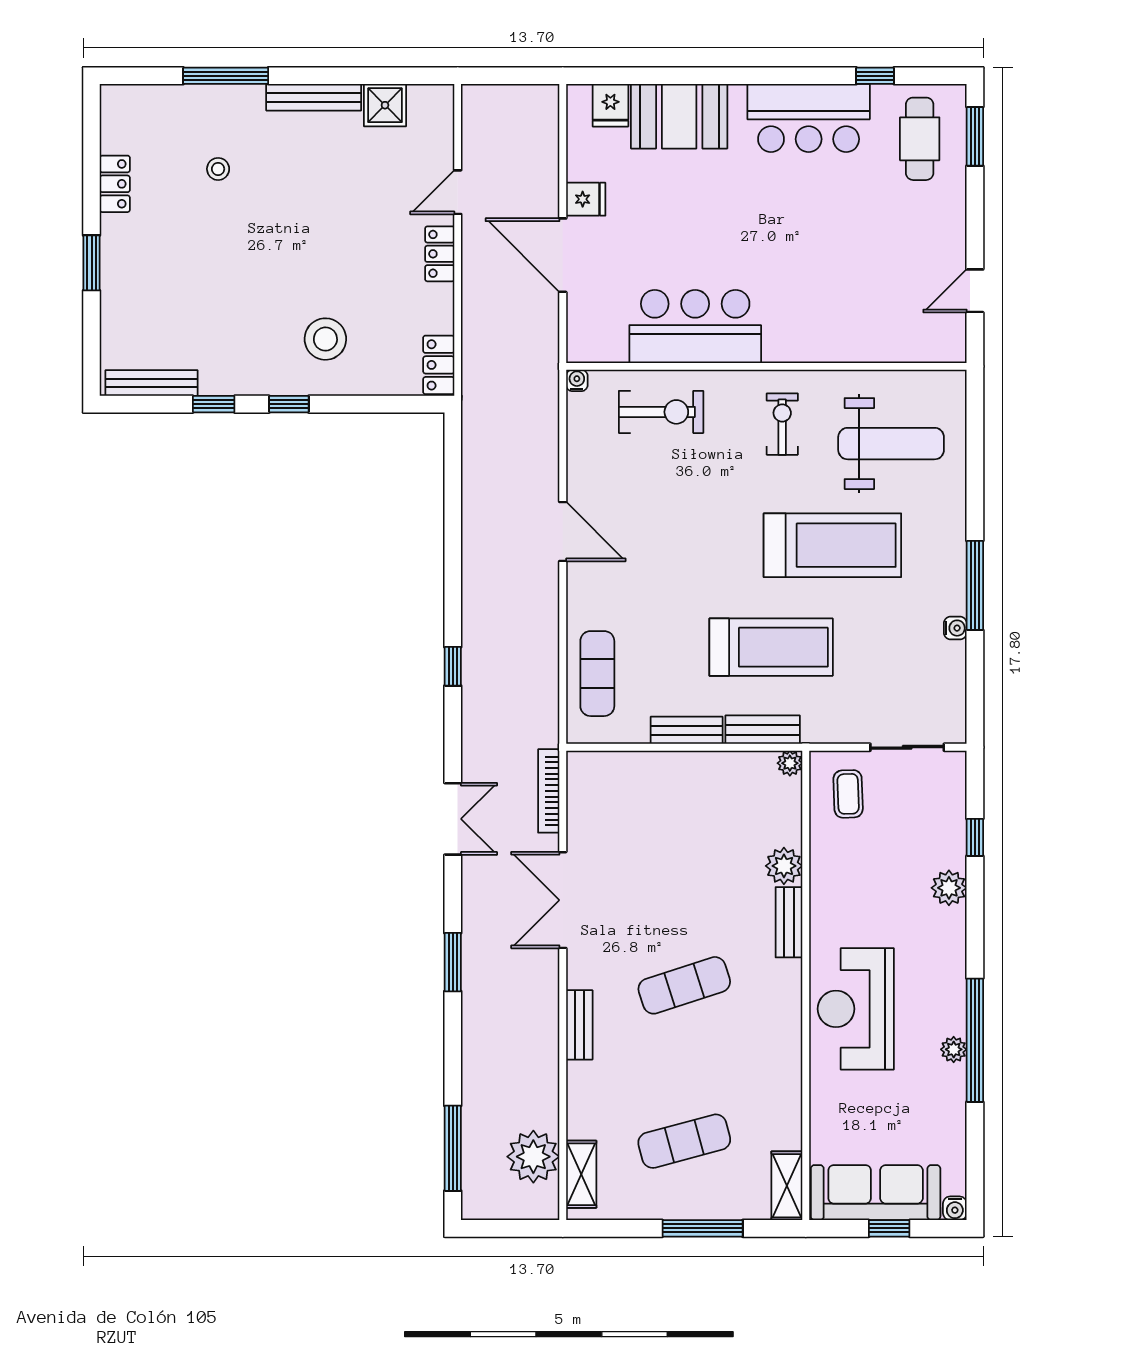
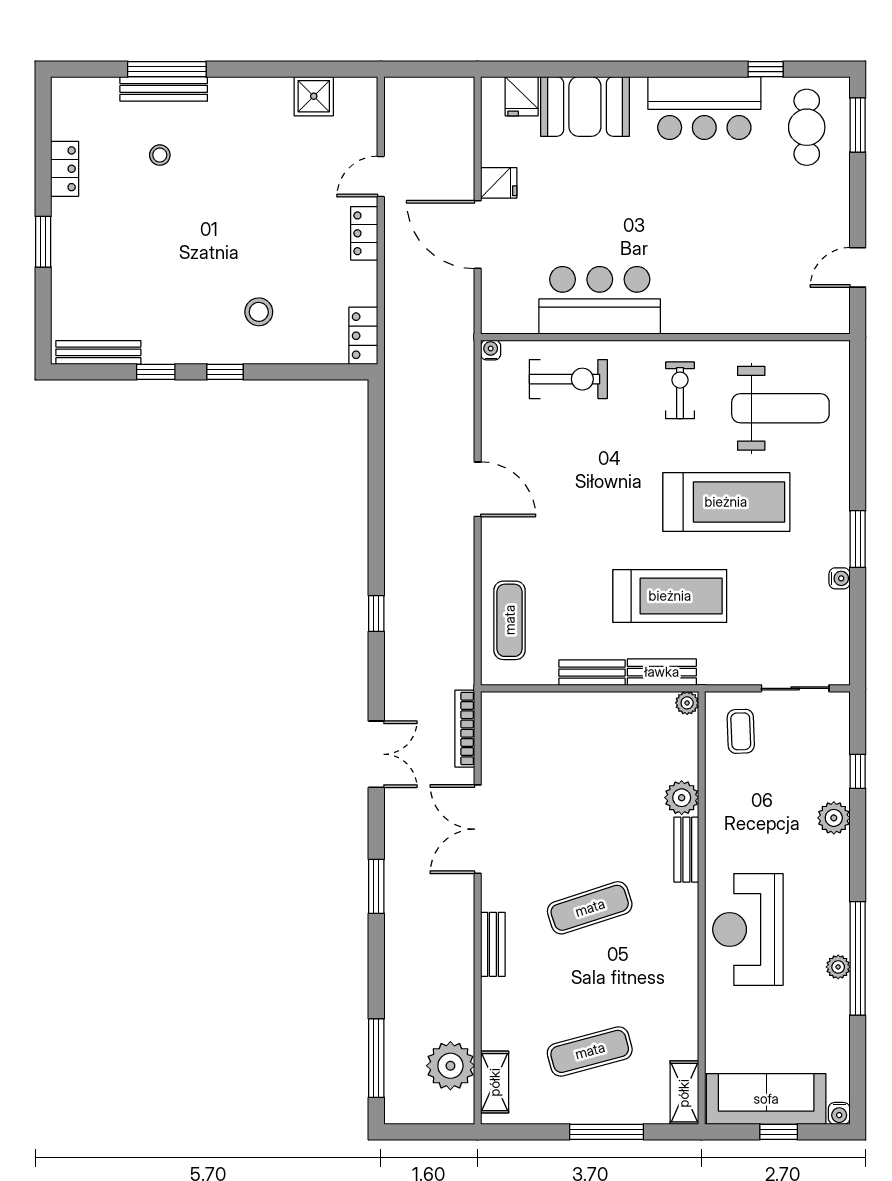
bench: (314, 97) -> (164, 89), moved
stool: (325, 339) -> (259, 312), width x0.73, depth x0.73
window: (975, 585) -> (858, 539), width x0.69

